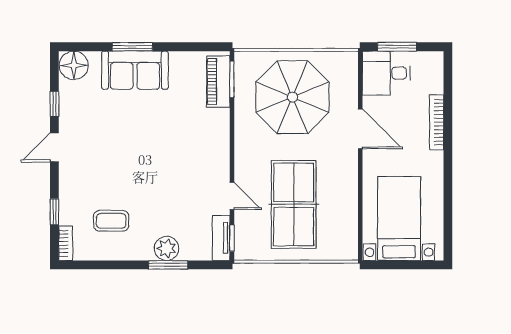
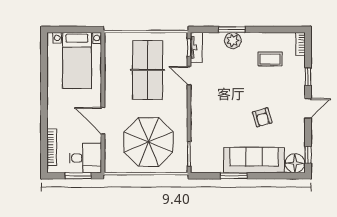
window: (132, 47) -> (234, 176), moved
sofa: (135, 70) -> (254, 160), width x1.36
piano: (218, 82) -> (198, 152), removed
window: (54, 104) -> (308, 155), moved
bookcase: (437, 122) -> (52, 147), moved
armchair: (123, 134) -> (262, 117), added
window: (54, 212) -> (308, 77), moved

